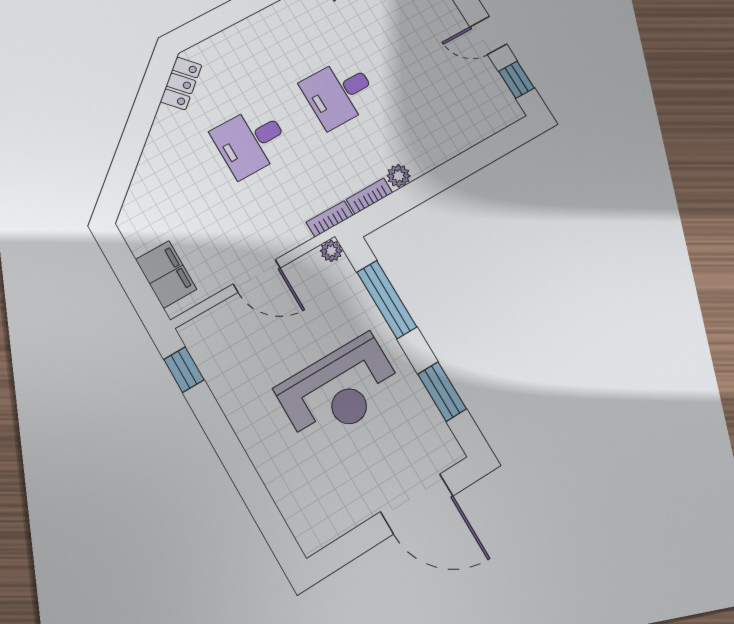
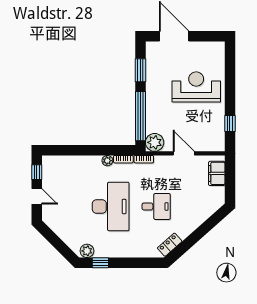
desk: (339, 93) -> (111, 206), width x1.87, depth x1.30
plant: (331, 251) -> (155, 142), width x1.88, depth x1.88
window: (387, 299) -> (140, 116), width x1.46
window: (184, 370) -> (230, 123), moved
reception desk: (340, 390) -> (196, 87), moved

